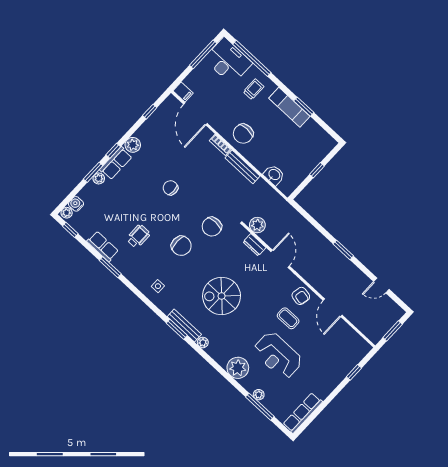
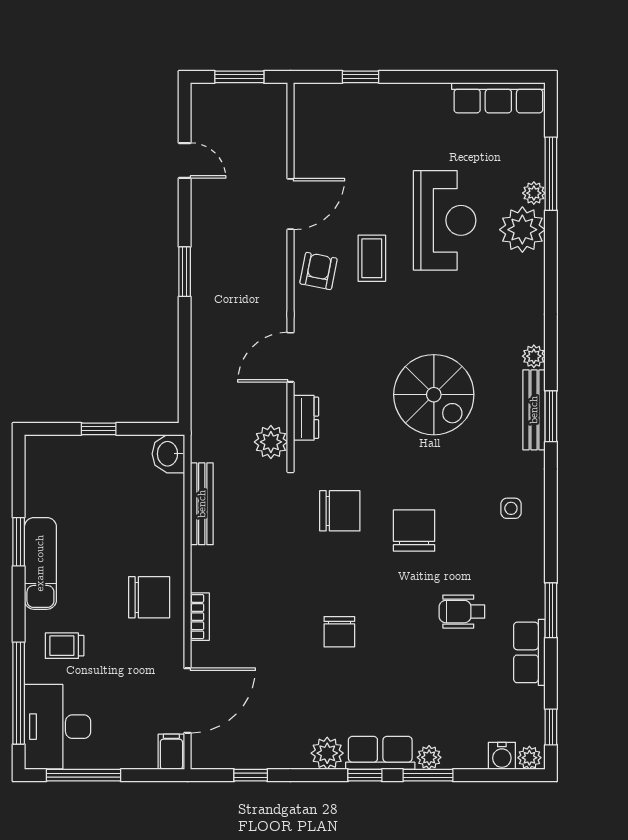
bench: (243, 167) -> (202, 504), moved
washbasin: (274, 175) -> (168, 454), moved
plant: (238, 368) -> (522, 230), moved

